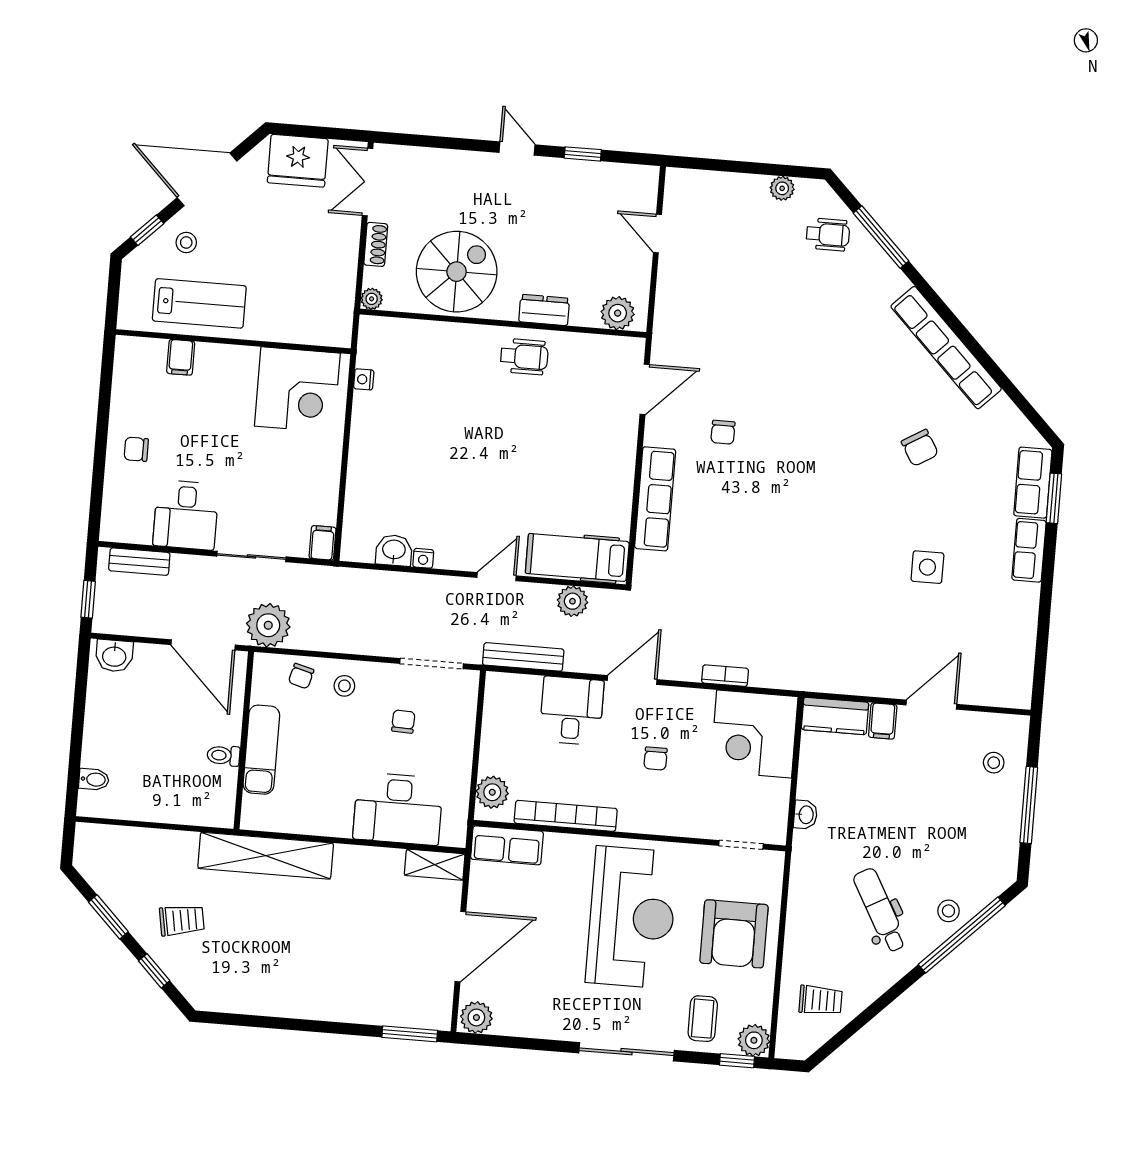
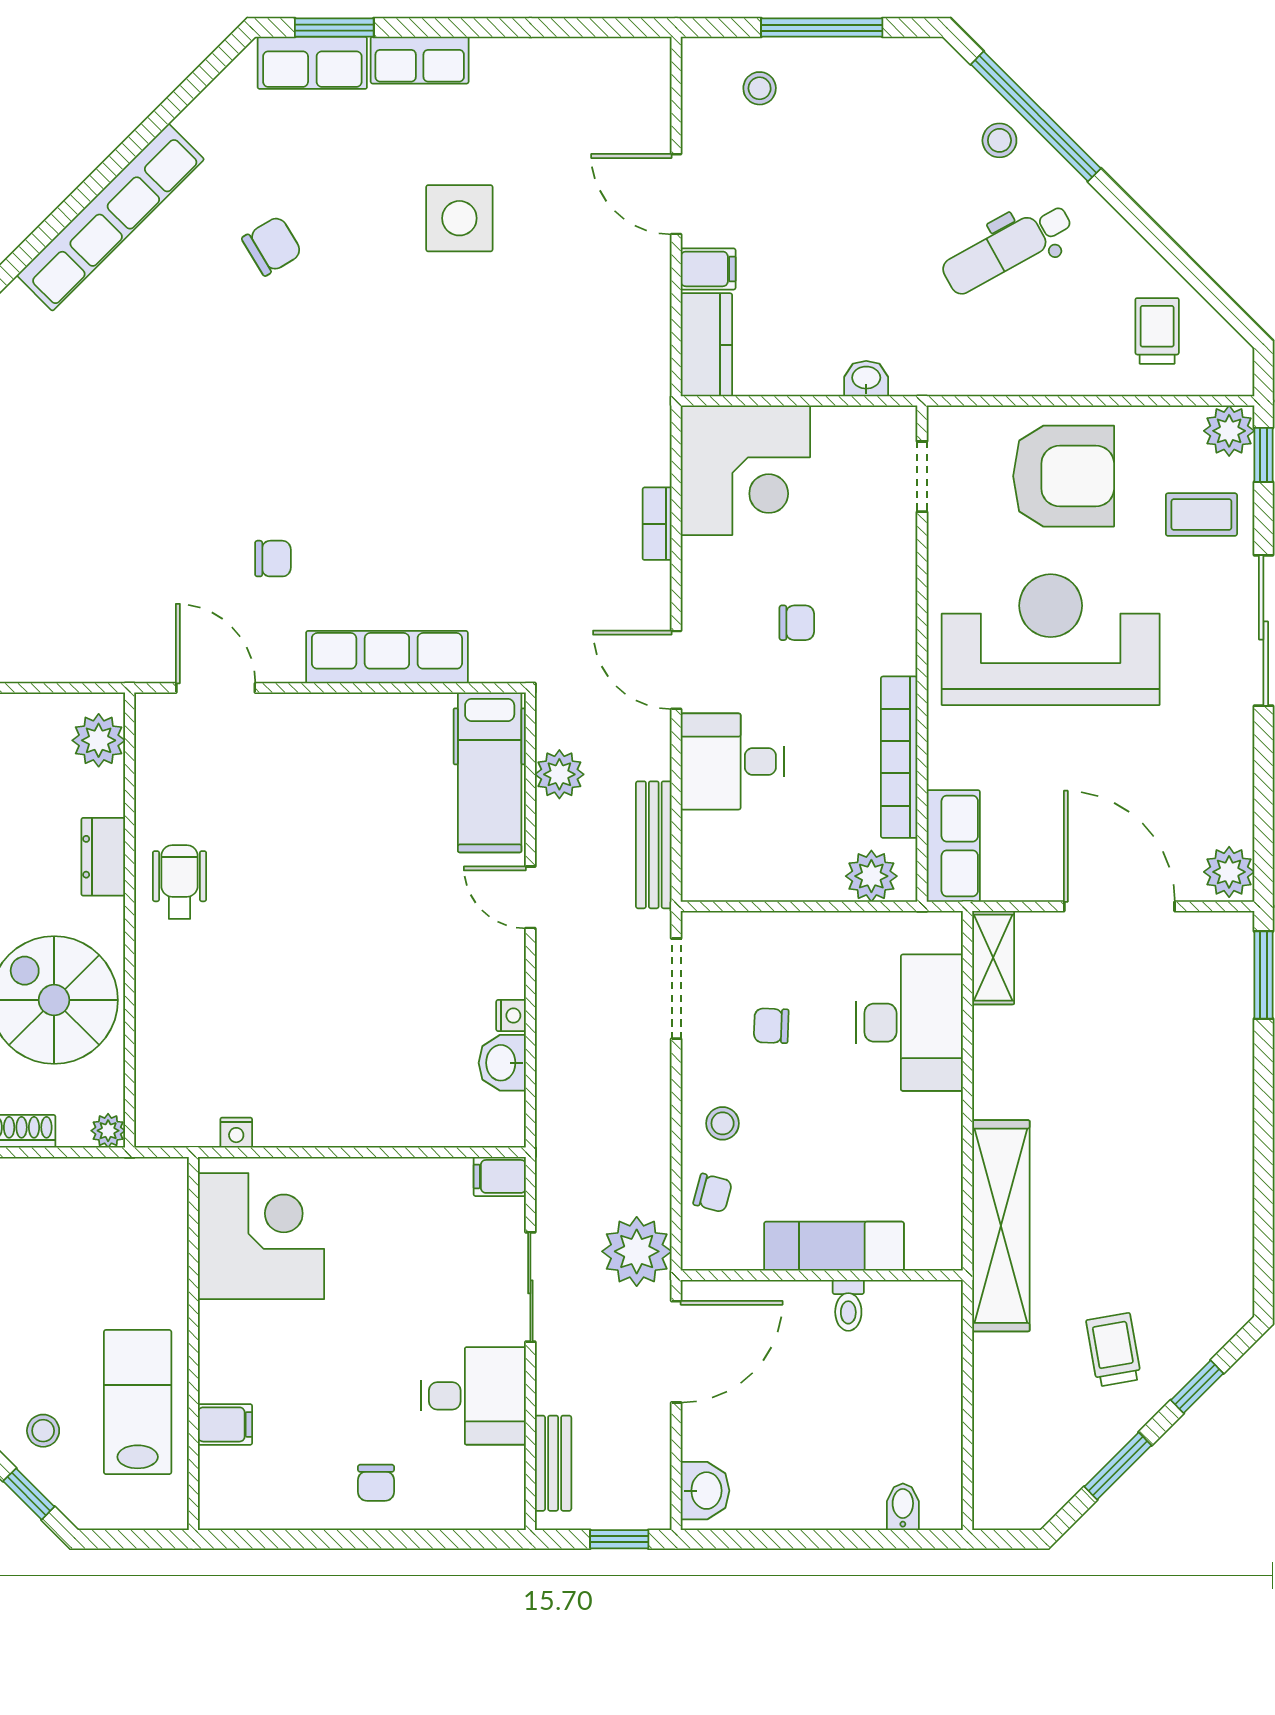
side table: (927, 567) -> (459, 218), width x1.37, depth x1.37

